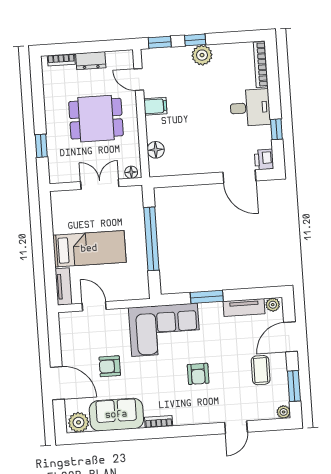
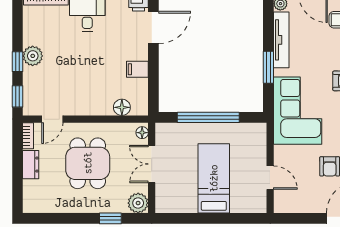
bookcase: (61, 60) -> (28, 136), moved
filing cabinet: (155, 106) -> (137, 69), moved, turned -90
plant: (59, 173) -> (138, 203), added
tv unit: (63, 286) -> (249, 206), removed
door: (94, 306) -> (270, 178), swing flipped
tv unit: (244, 307) -> (281, 40), width x1.41

